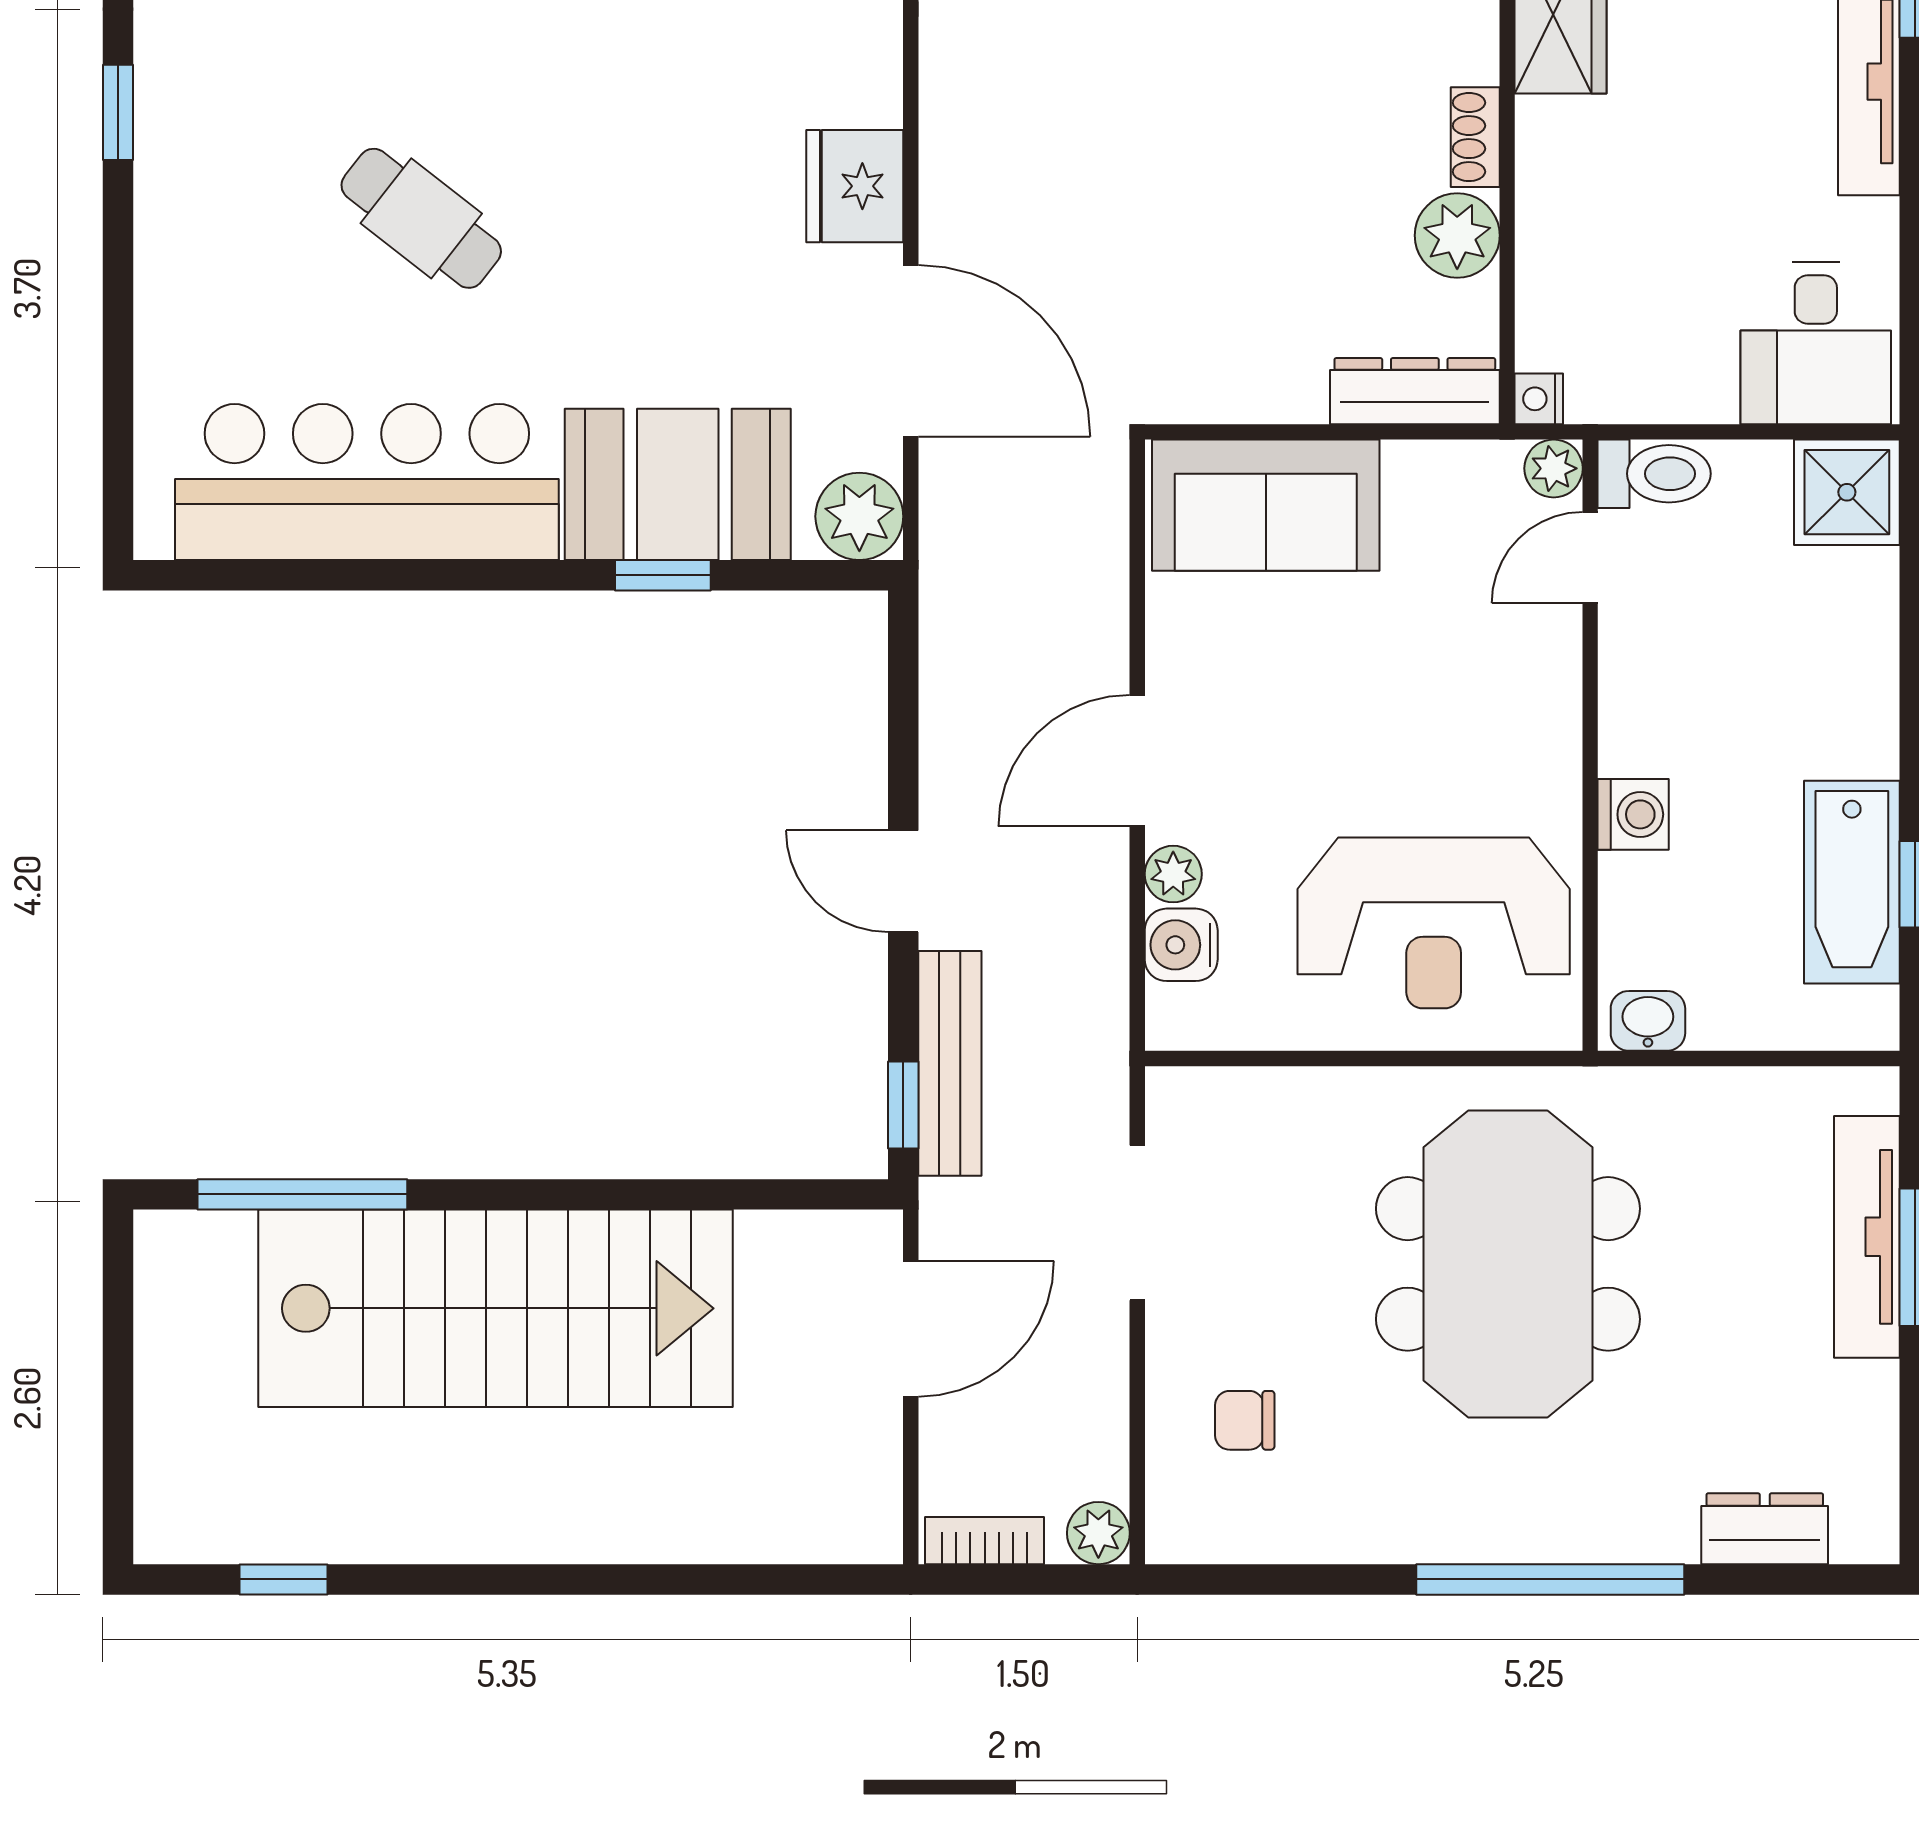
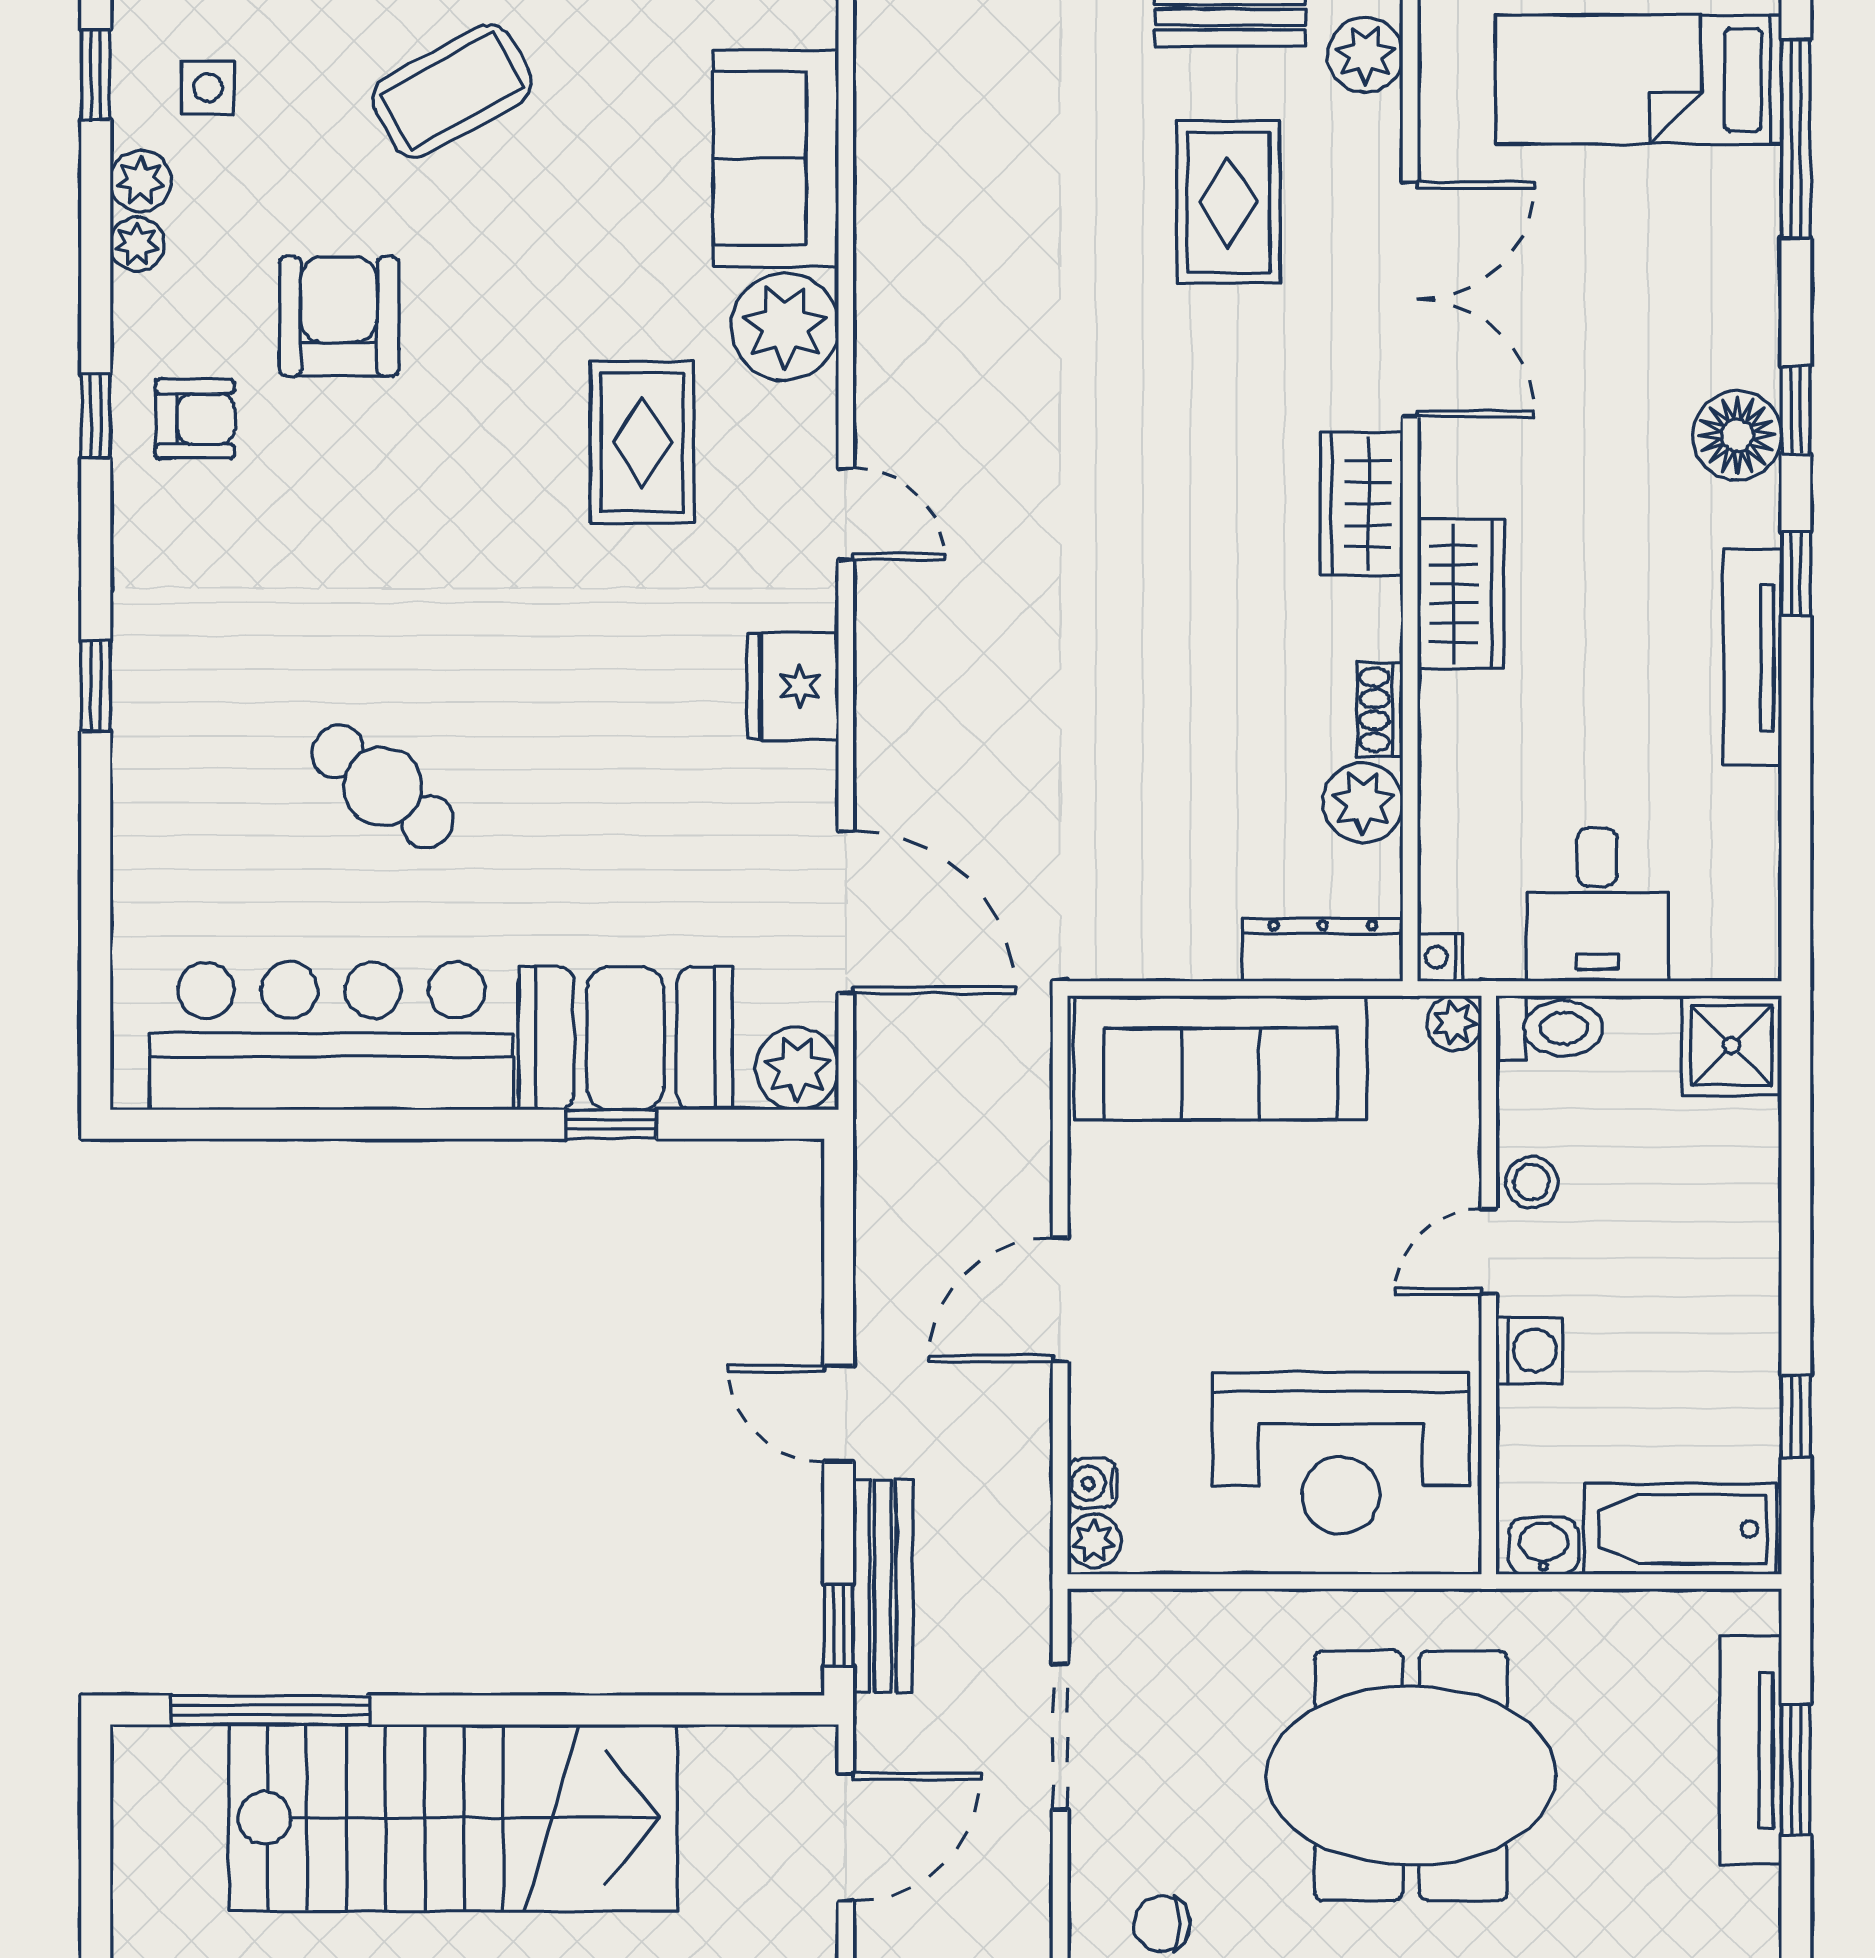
fridge: (855, 186) -> (793, 686), moved
desk: (1816, 343) -> (1597, 905), moved
sofa: (1266, 505) -> (1221, 1058), width x1.36
door: (1590, 558) -> (1489, 1251), moved
stool: (1636, 637) -> (1532, 1182), added
plant: (1173, 874) -> (1094, 1541), moved
bathtub: (1852, 882) -> (1680, 1529), moved, turned 90
water cooler: (1181, 945) -> (1092, 1483), width x0.72, depth x0.72
meeting table: (1508, 1264) -> (1411, 1776), turned 90

